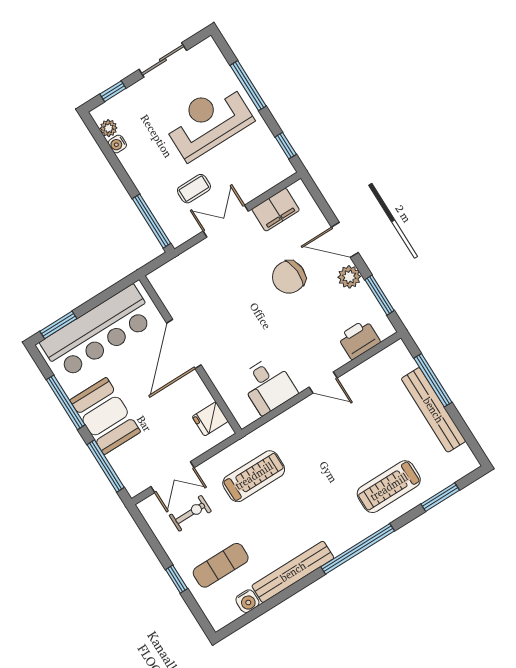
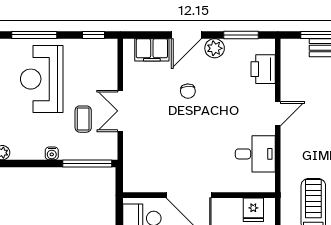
water cooler: (117, 144) -> (52, 153), moved
filing cabinet: (276, 210) -> (152, 50), moved, turned 90
chair: (289, 277) -> (188, 91), width x0.54, depth x0.54

